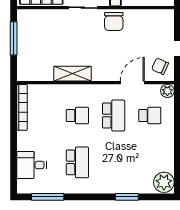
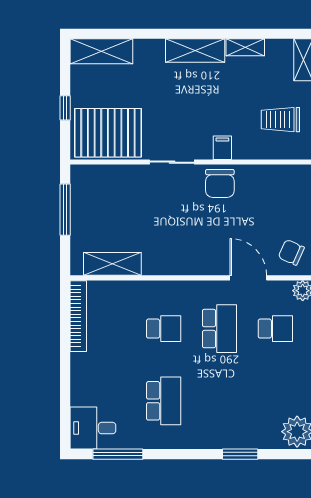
shelving: (72, 74) -> (112, 264), moved
door: (132, 83) -> (248, 278), hinge flipped
desk: (32, 165) -> (93, 428), moved

